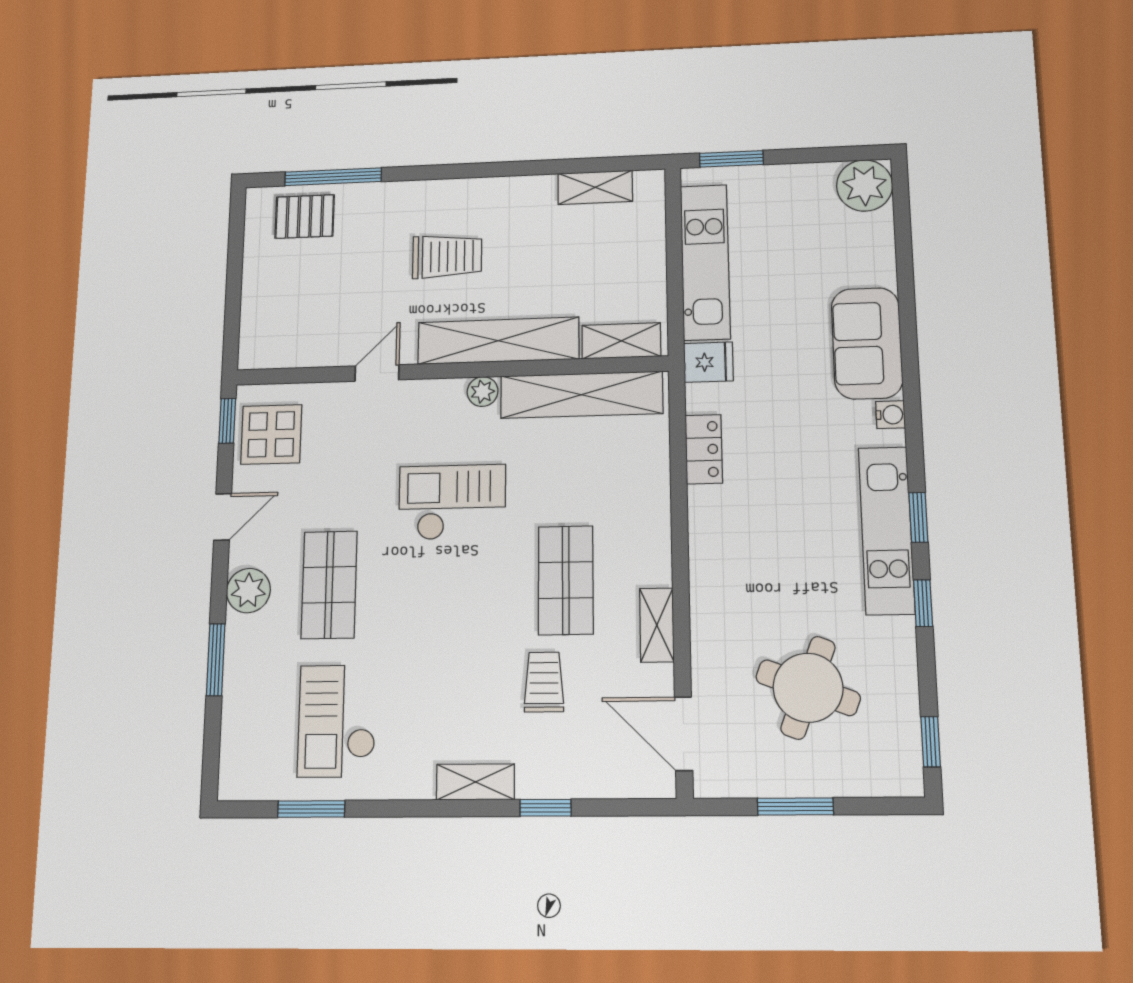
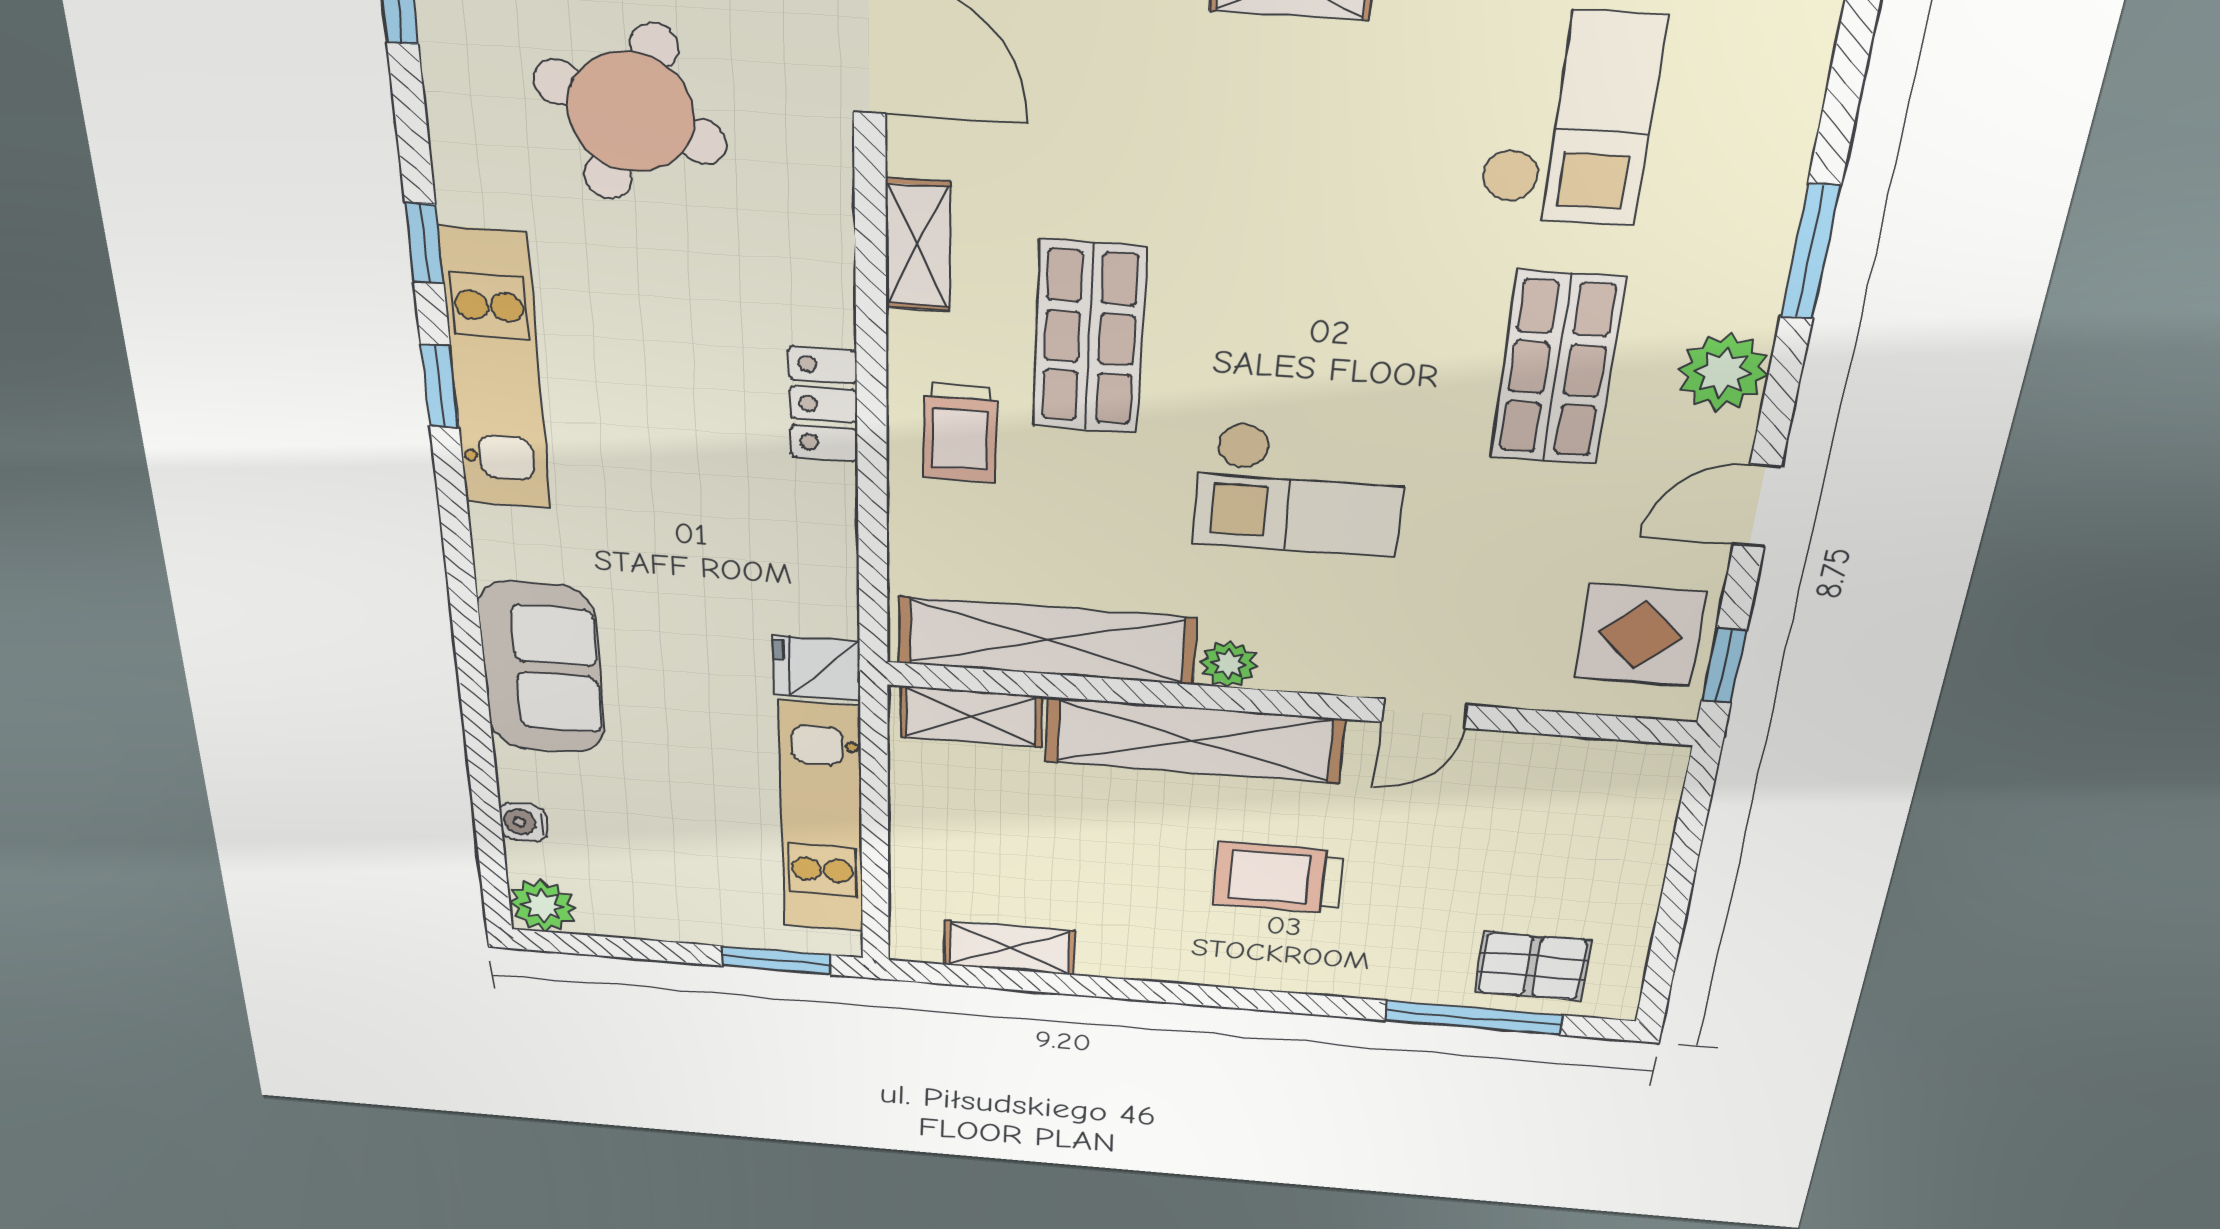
plant: (865, 185) -> (543, 906), width x0.73, depth x0.73
water cooler: (890, 415) -> (523, 822), moved
locker: (704, 449) -> (824, 404), moved
trolley: (544, 682) -> (960, 433), moved

